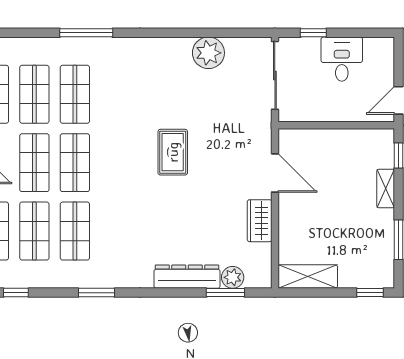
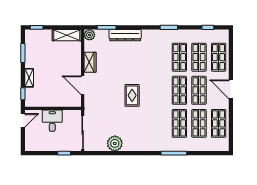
desk: (342, 59) -> (52, 121), moved, turned 180
plant: (233, 277) -> (89, 35), moved

